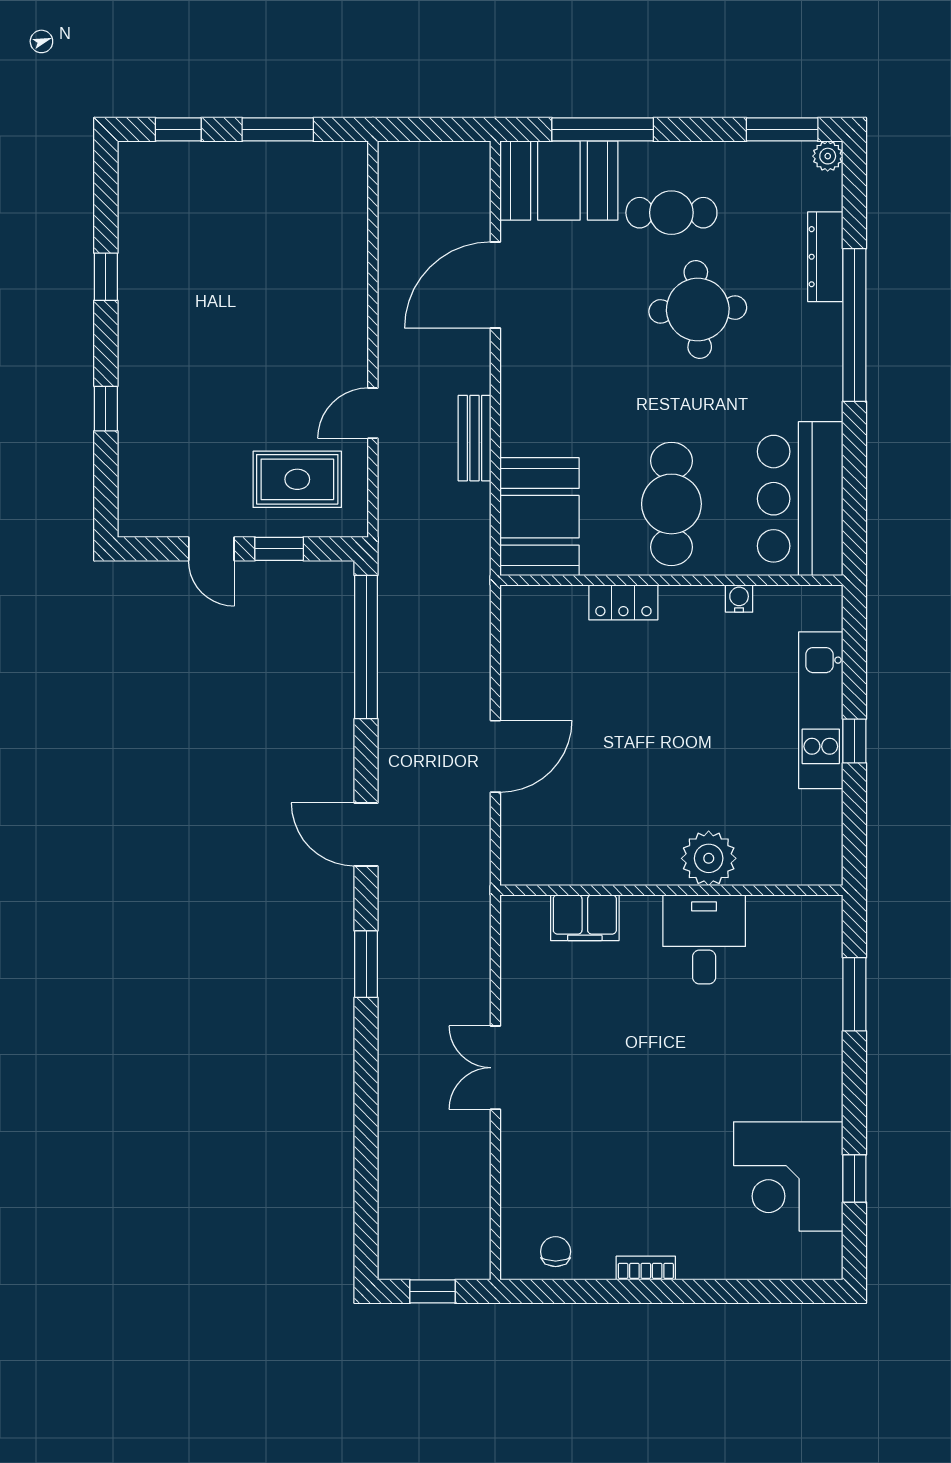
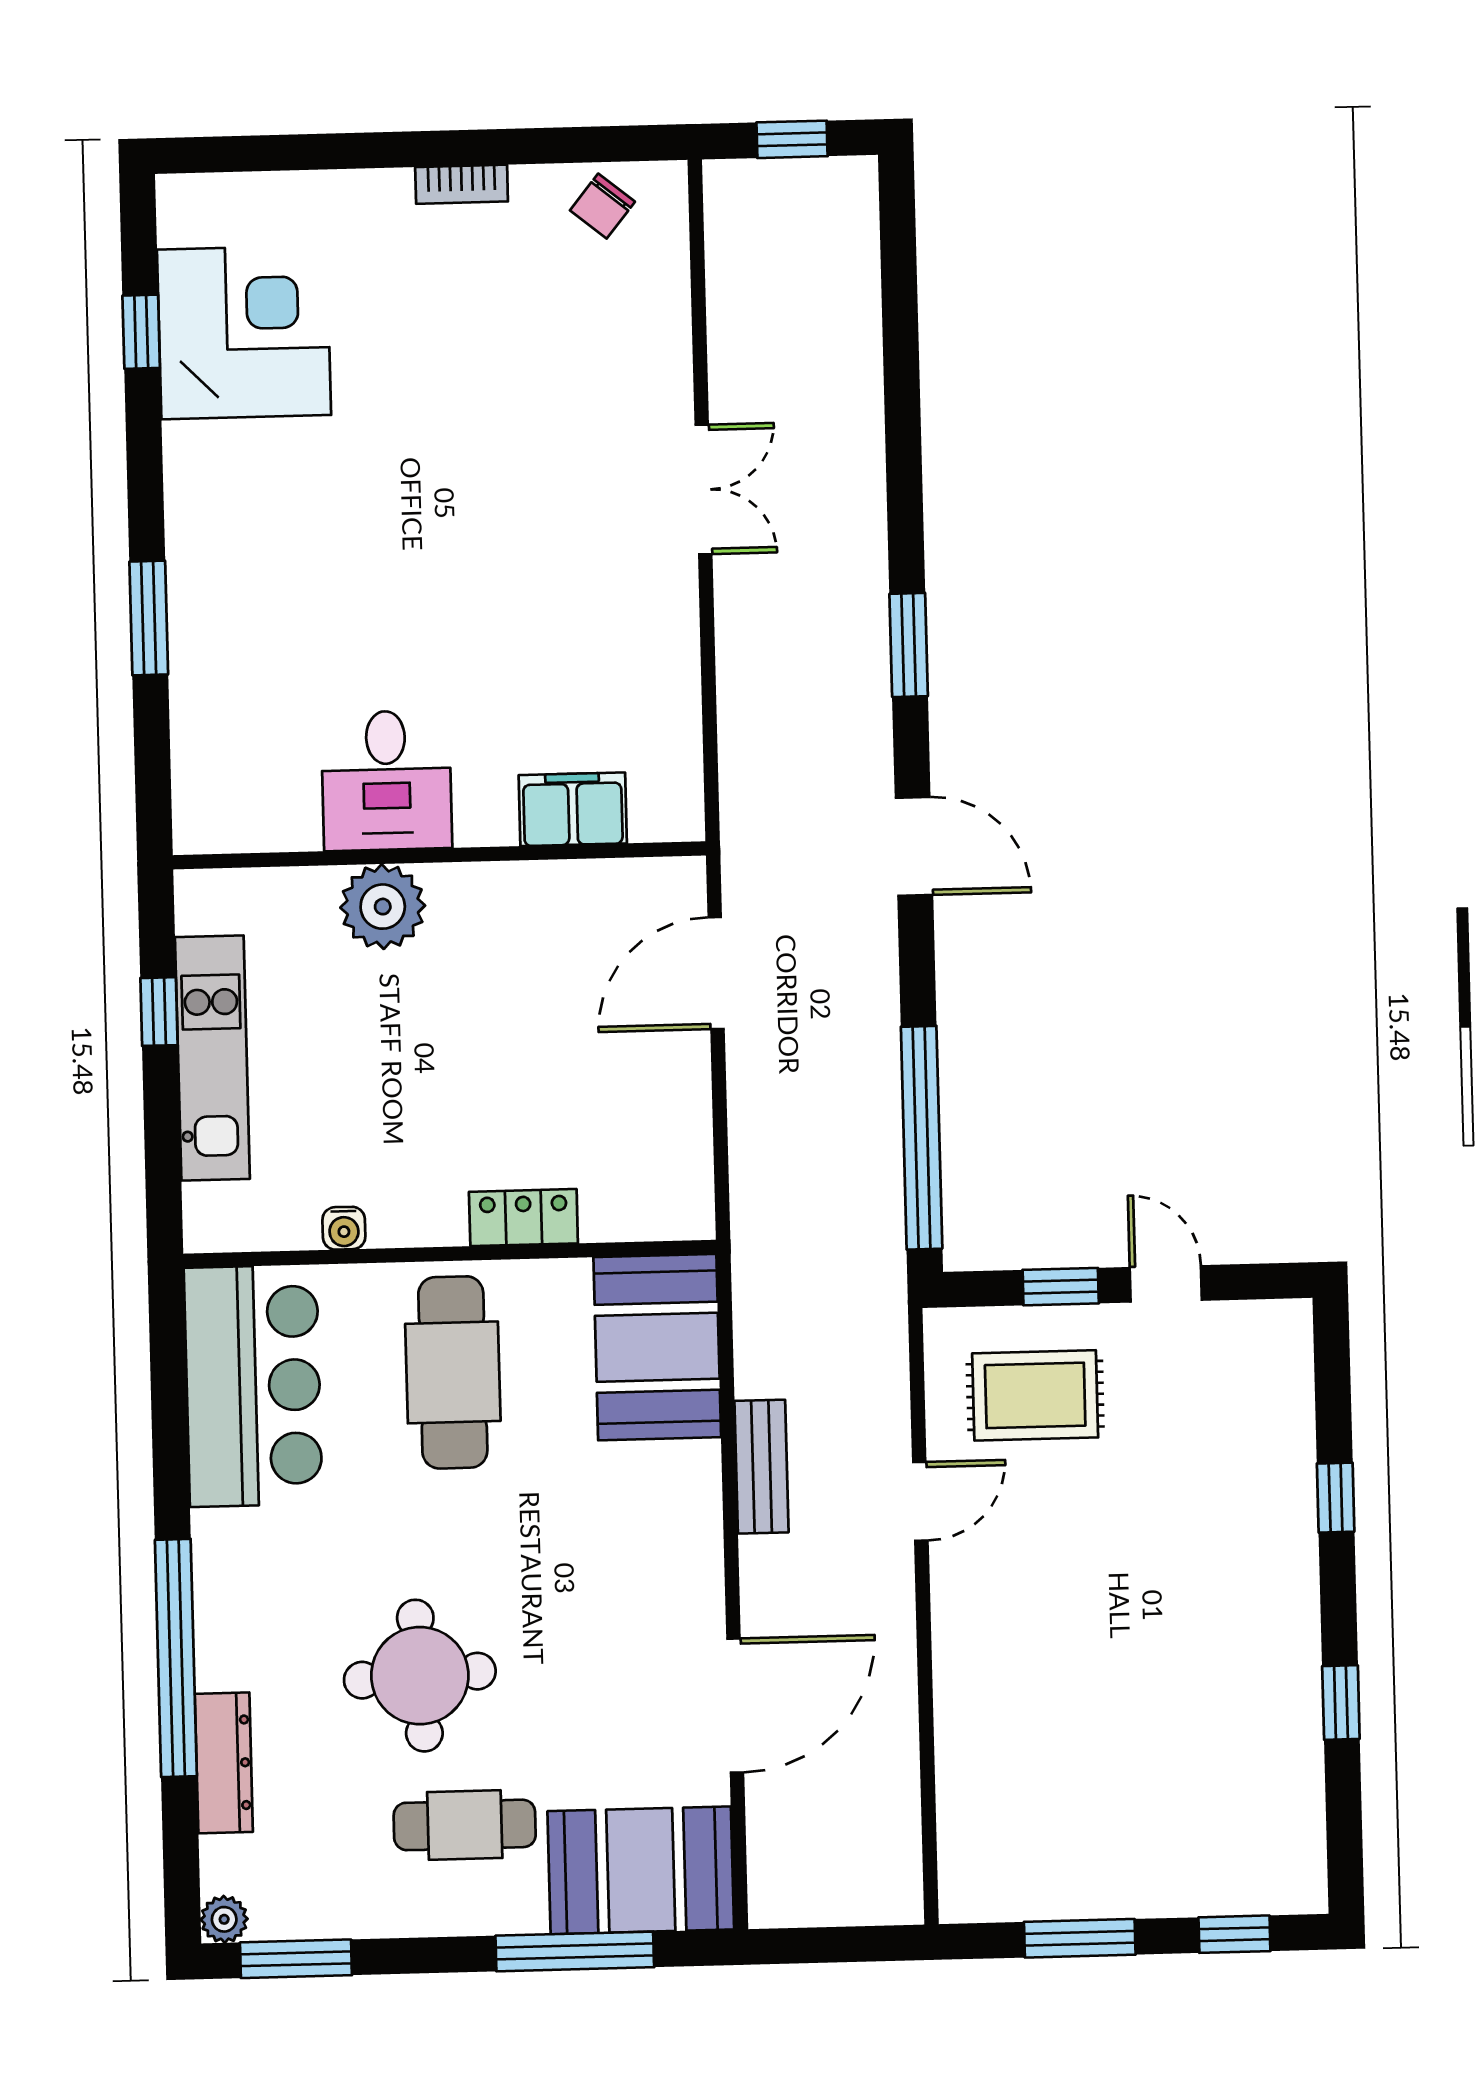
plant: (709, 858) -> (383, 907), moved
wall: (671, 890) -> (439, 855), moved
filing cabinet: (585, 918) -> (573, 809), moved
desk: (704, 939) -> (387, 780), moved
chair: (556, 1252) -> (602, 206), turned 39

